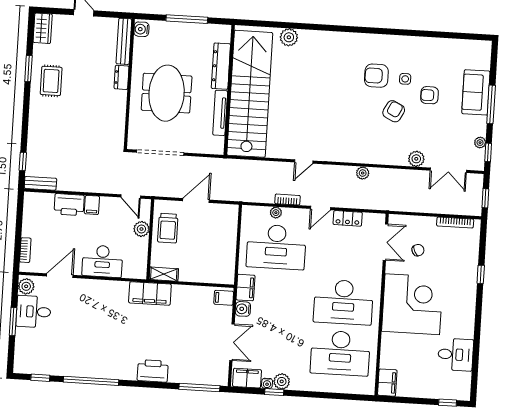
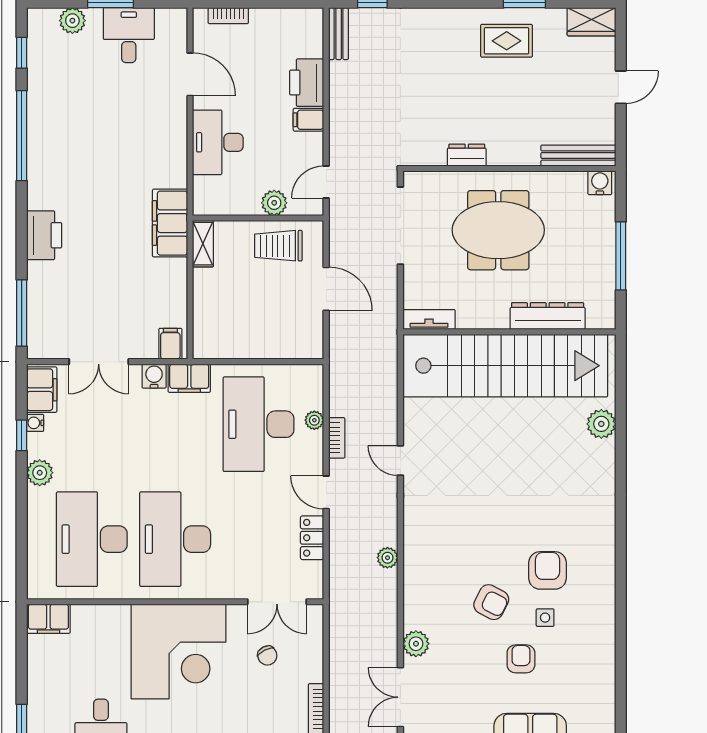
dresser: (121, 77) -> (467, 155), moved
tv unit: (220, 113) -> (429, 319), moved, width x0.71
plant: (26, 286) -> (72, 21), moved
plant: (282, 381) -> (40, 473), moved

